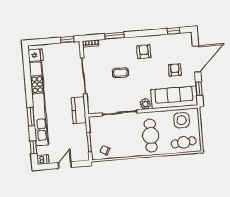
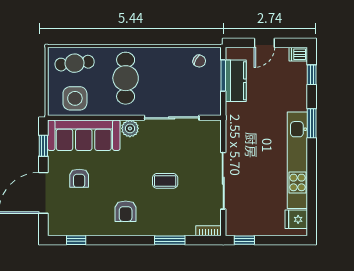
kitchen unit: (39, 104) -> (297, 160), width x0.73
kitchen counter: (79, 110) -> (236, 81), moved

